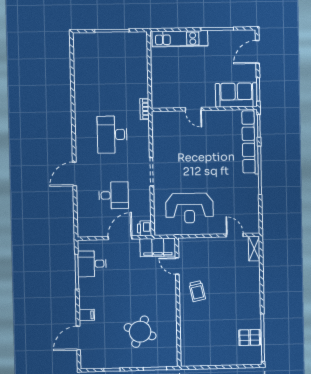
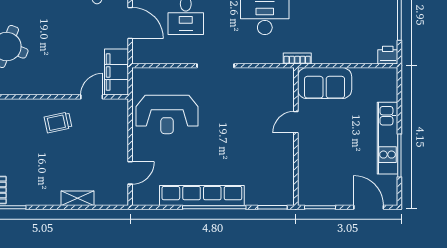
kitchen unit: (180, 39) -> (387, 138), moved
sofa: (236, 95) -> (325, 83), moved, turned 90
row of seats: (250, 142) -> (202, 195), moved
reception desk: (189, 208) -> (167, 114), turned -90
printer: (144, 228) -> (388, 55), moved
shelving: (254, 249) -> (77, 198), moved

